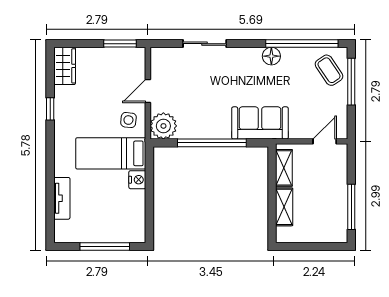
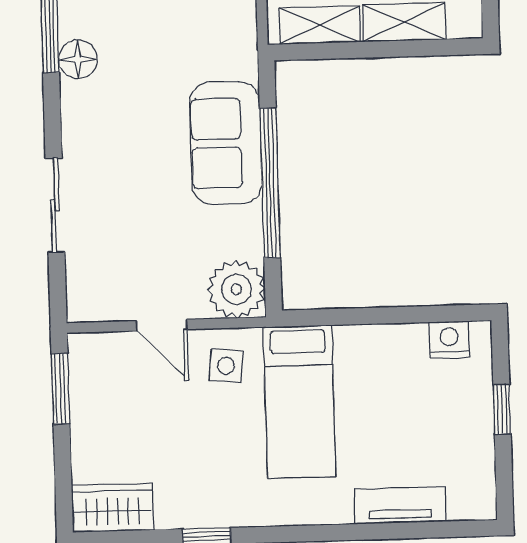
sofa: (260, 123) -> (226, 143), moved
nightstand: (137, 180) -> (449, 340), moved
window: (105, 246) -> (502, 409), width x0.46

